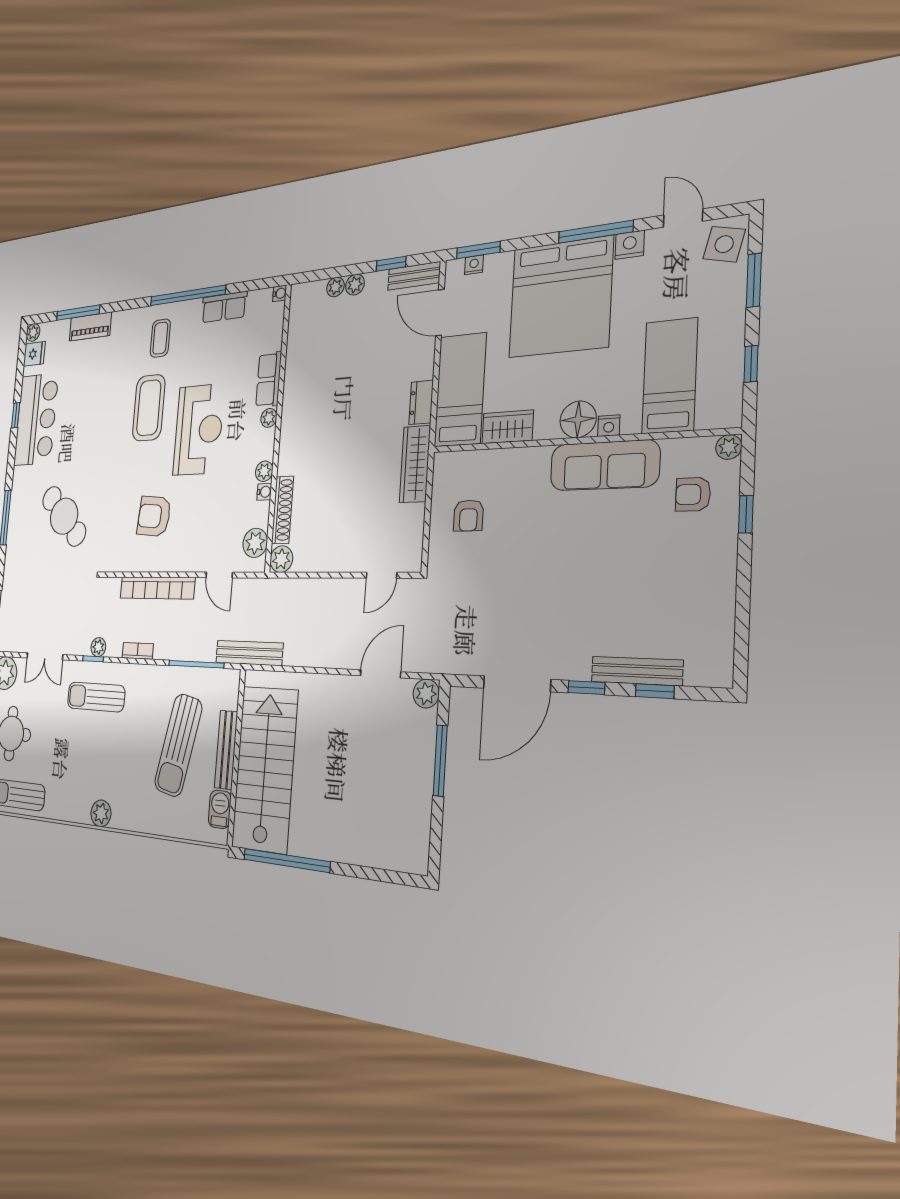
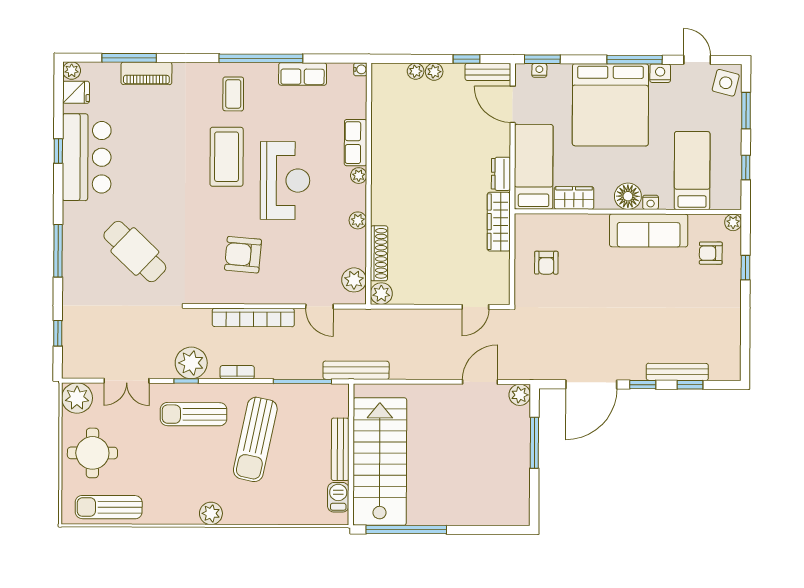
water cooler: (264, 492) -> (359, 238), removed
plant: (98, 647) -> (191, 363), width x1.88, depth x1.88
sun lounger: (178, 745) -> (255, 439), moved

